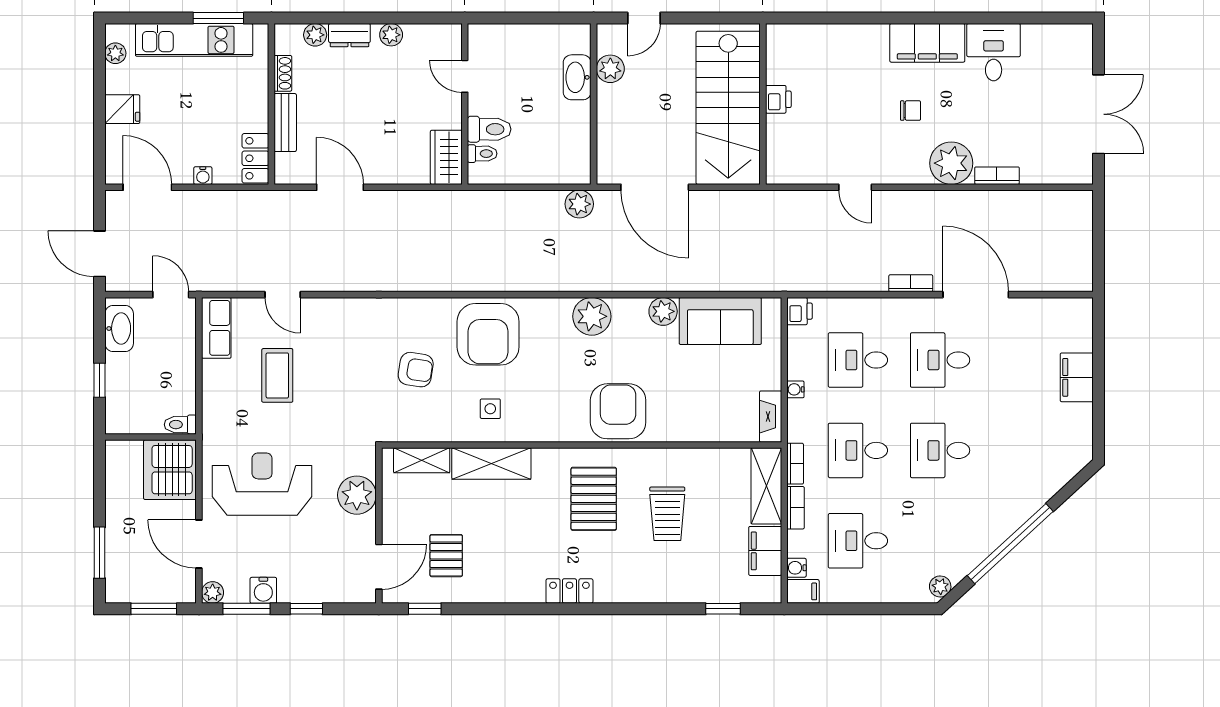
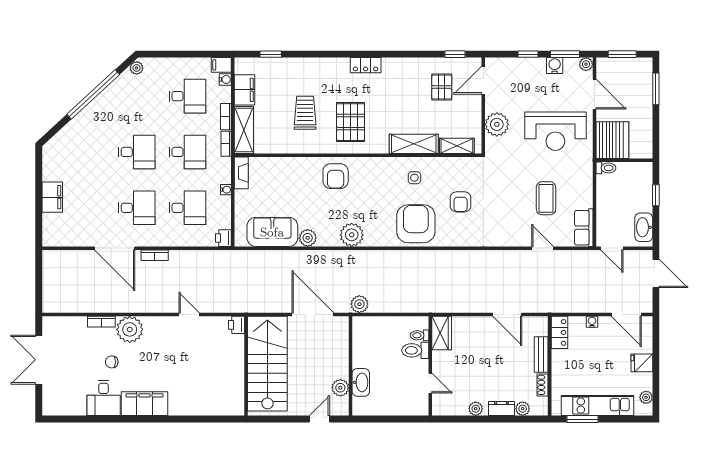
printer: (778, 99) -> (237, 325), moved
chair: (911, 111) -> (112, 362), moved
armchair: (416, 370) -> (461, 202), turned -99
armchair: (618, 411) -> (336, 176), width x0.73, depth x0.73

